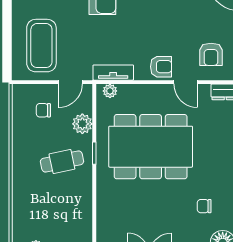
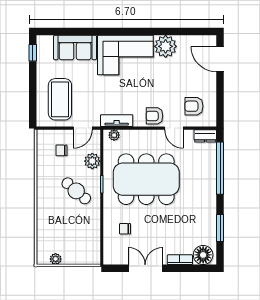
armchair: (211, 54) -> (194, 106), turned 90
armchair: (161, 67) -> (154, 116), turned 180
cafe table: (62, 161) -> (76, 191), turned 53
chair: (204, 206) -> (125, 229), moved

